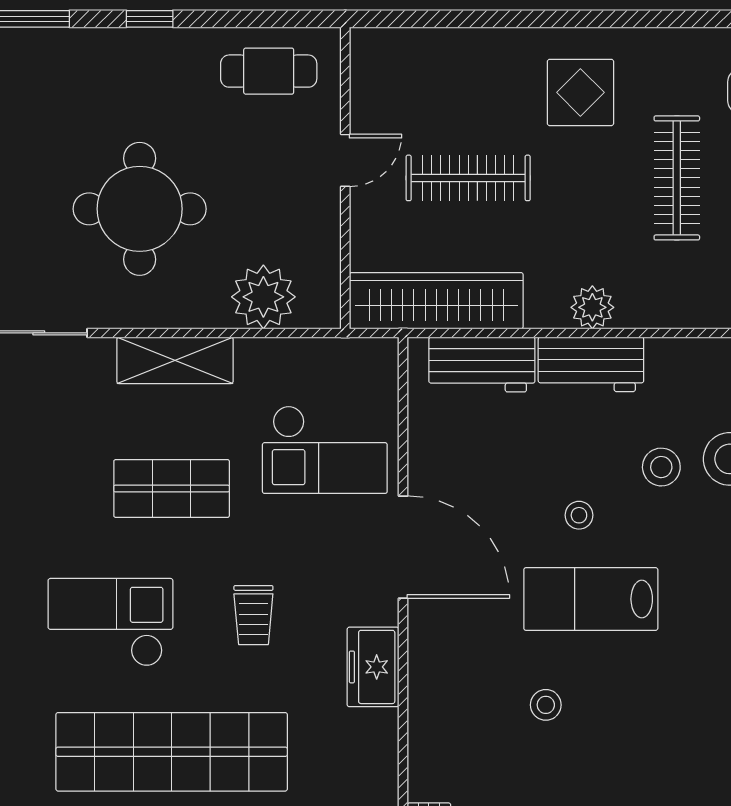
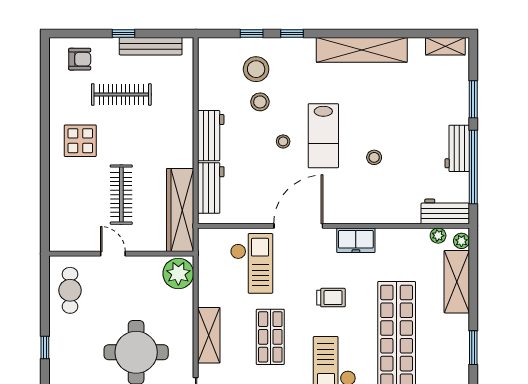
plant: (263, 297) -> (178, 273), moved
plant: (592, 307) -> (183, 135), removed

